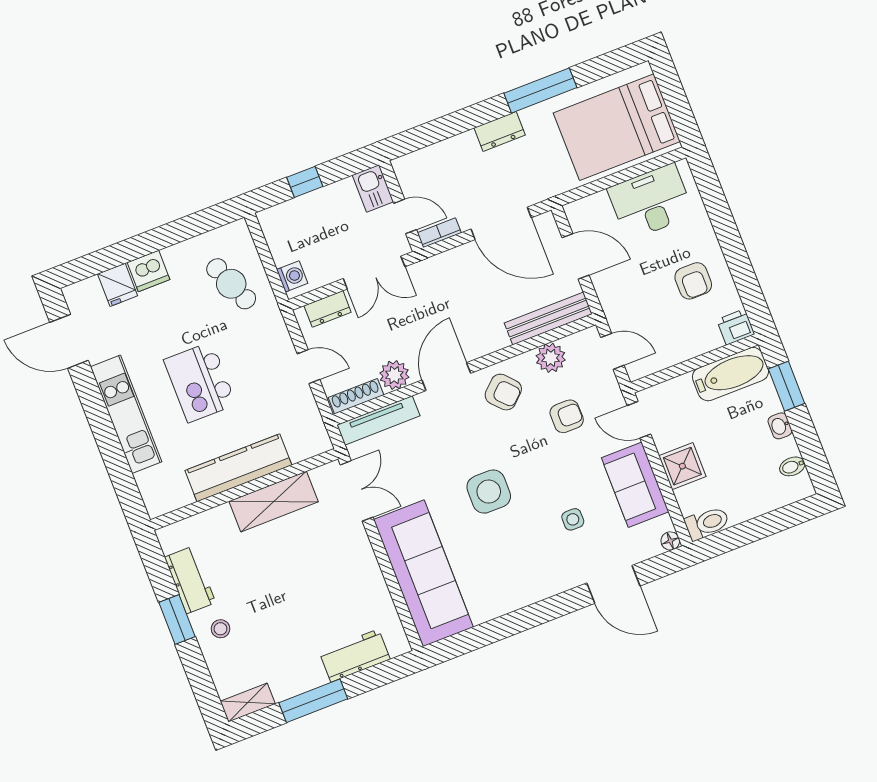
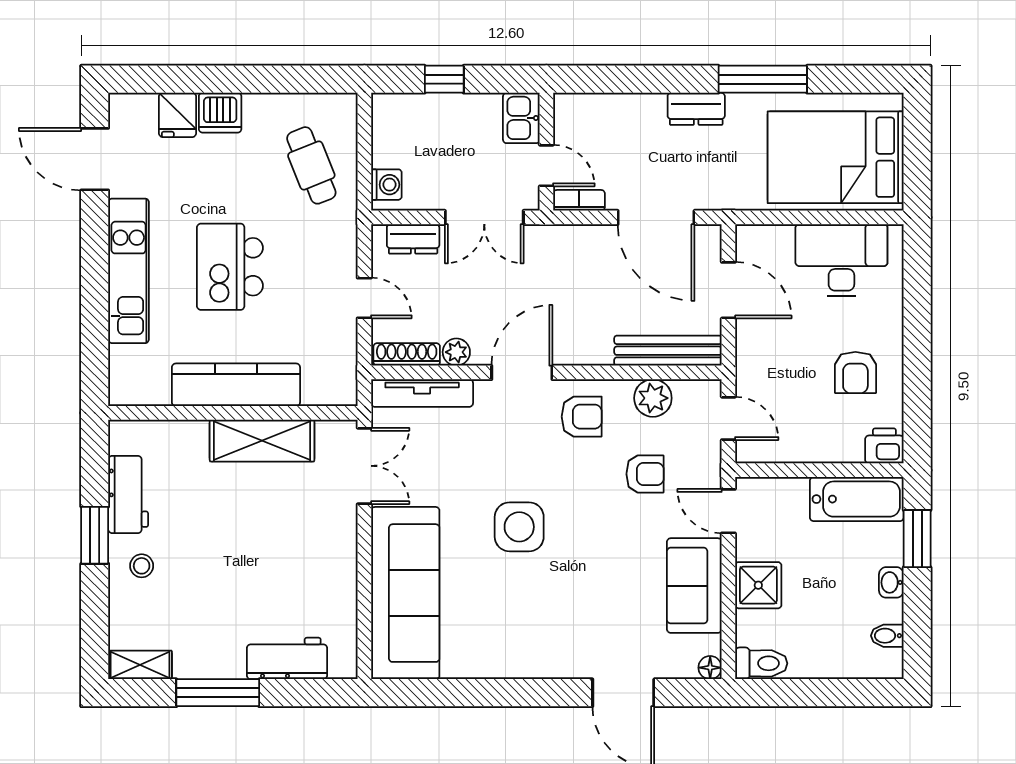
plant: (394, 375) -> (456, 352), width x0.73, depth x0.73
armchair: (503, 392) -> (582, 417), turned -47
side table: (573, 519) -> (605, 598), removed

